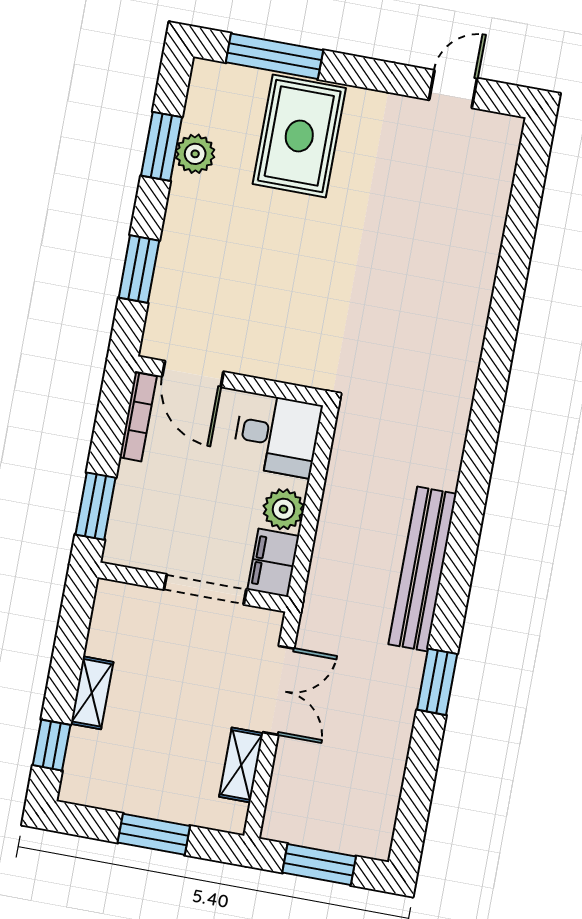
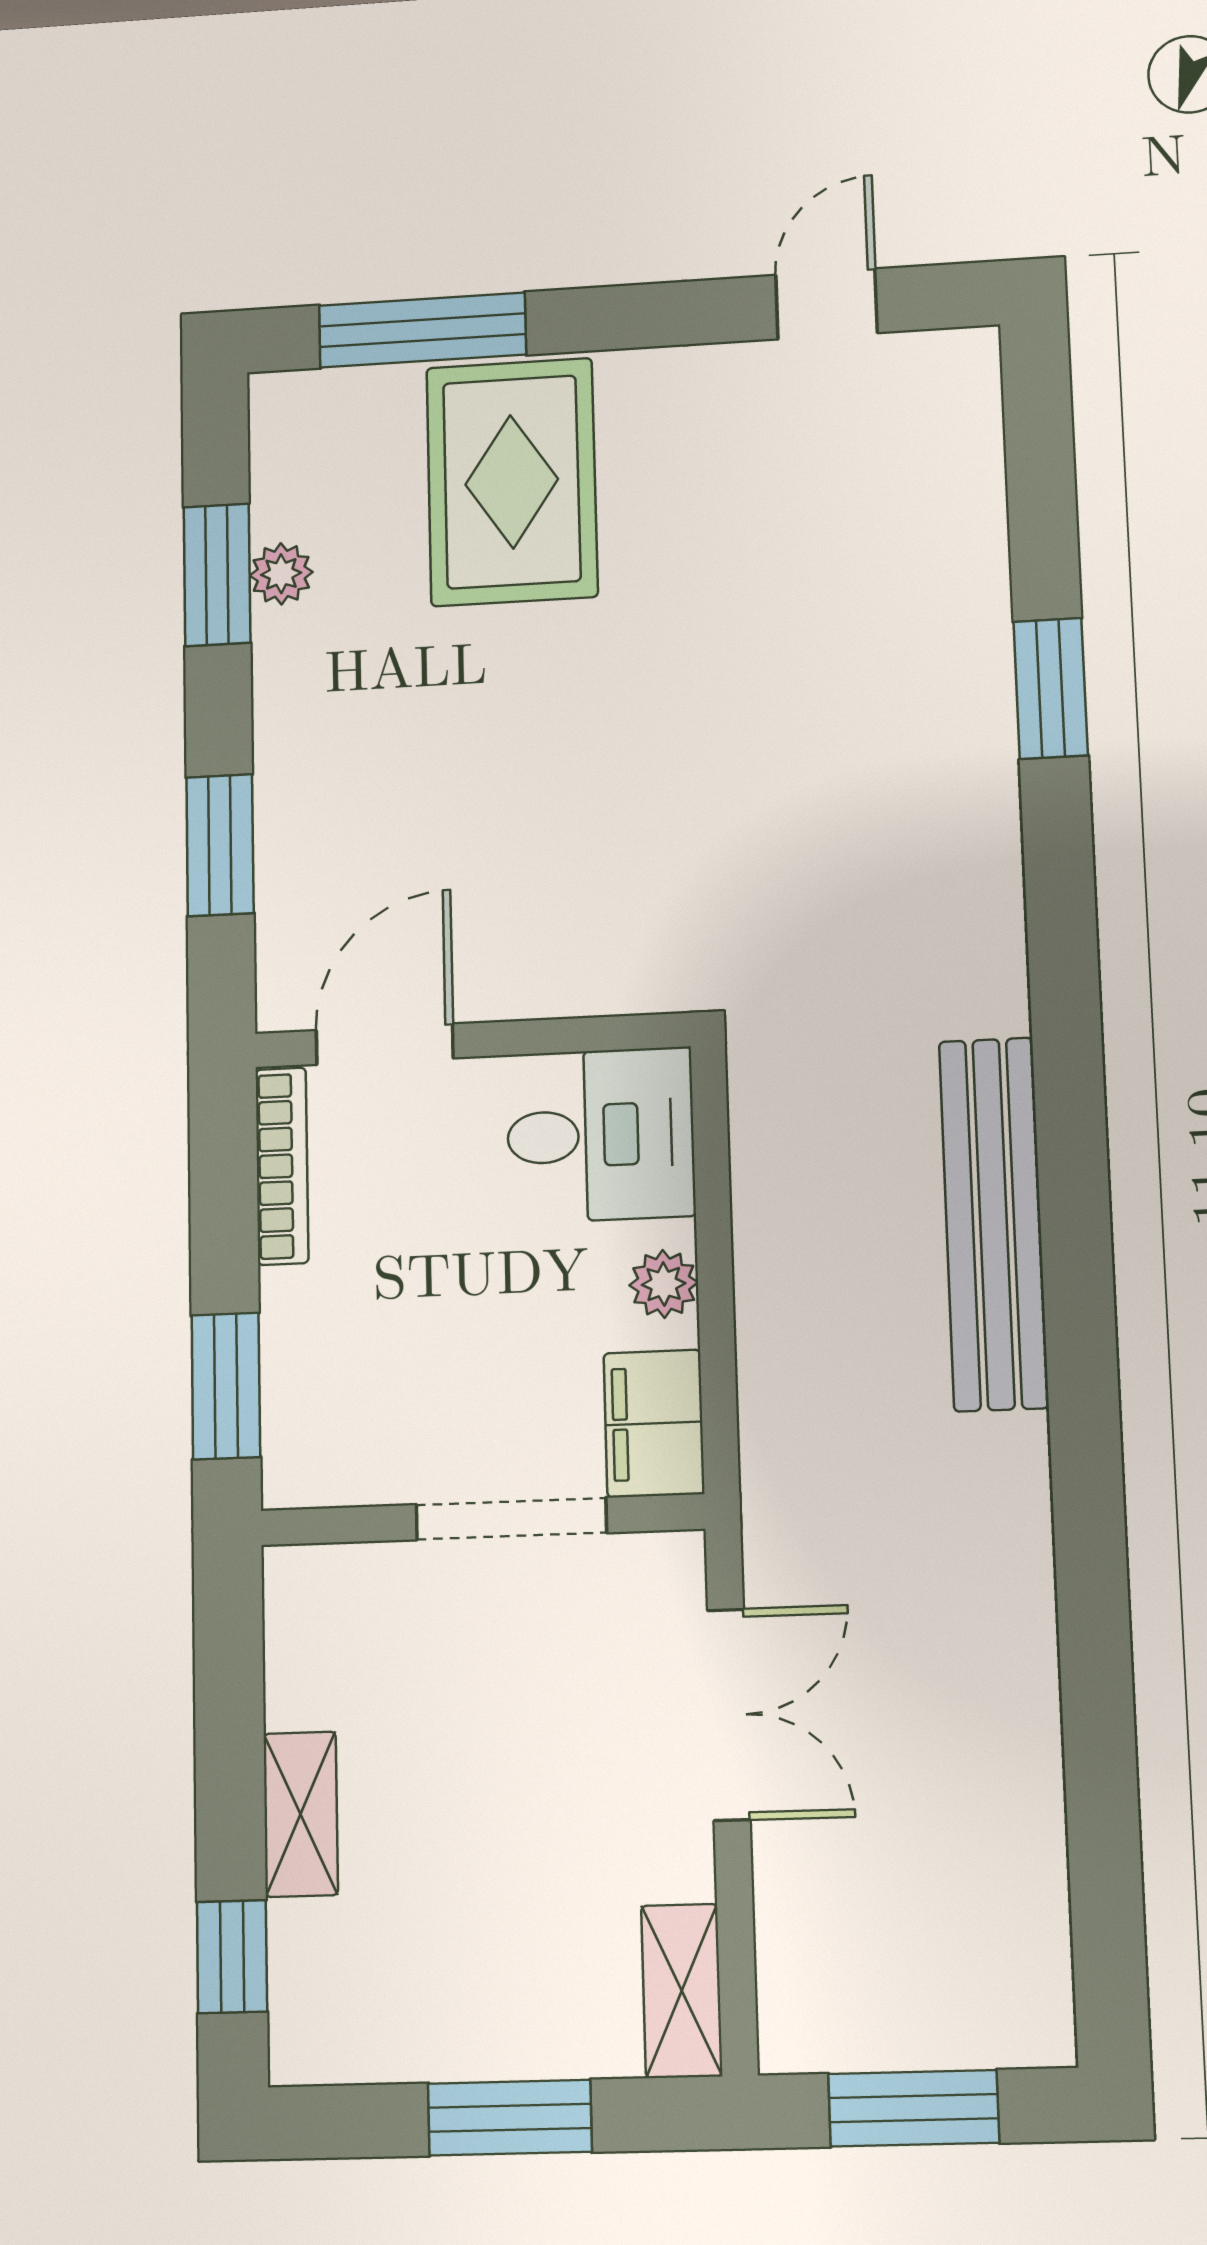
plant: (195, 154) -> (281, 574), width x0.73, depth x0.73
door: (193, 374) -> (385, 1044), swing flipped
plant: (283, 509) -> (664, 1284), width x0.73, depth x0.73
bench: (423, 569) -> (994, 1223), moved
window: (437, 682) -> (1051, 688), moved
shelving: (241, 765) -> (682, 1991), moved

